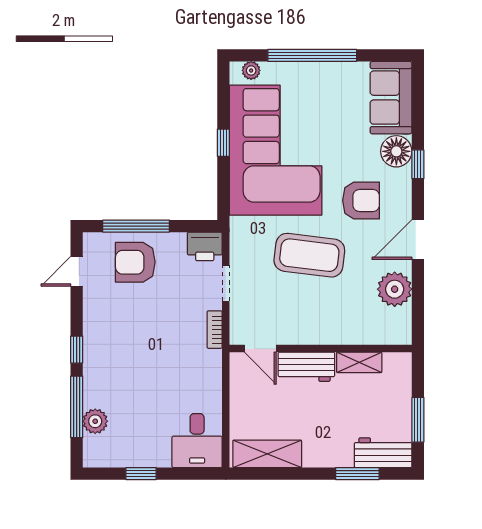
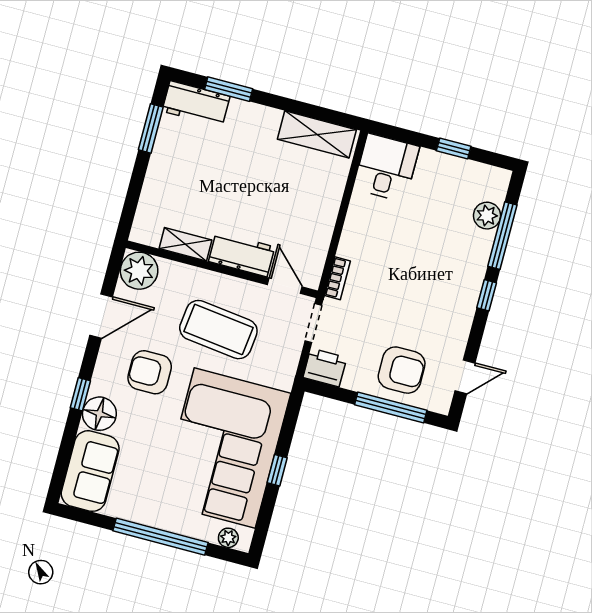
door: (260, 349) -> (285, 286), moved
wall: (321, 349) -> (222, 269), moved
shelving: (359, 362) -> (186, 244), moved
workbench: (306, 367) -> (242, 254), moved

